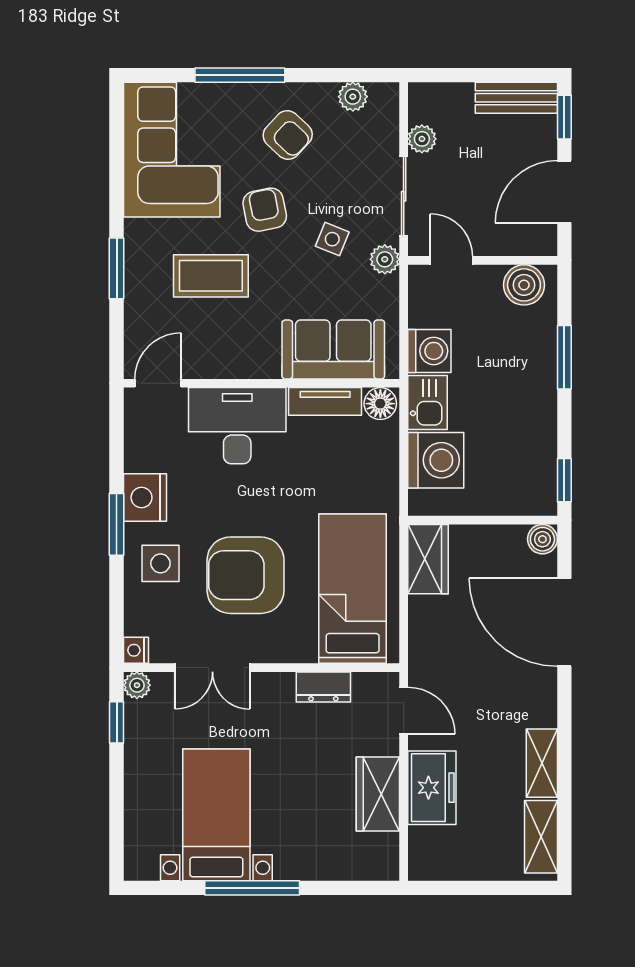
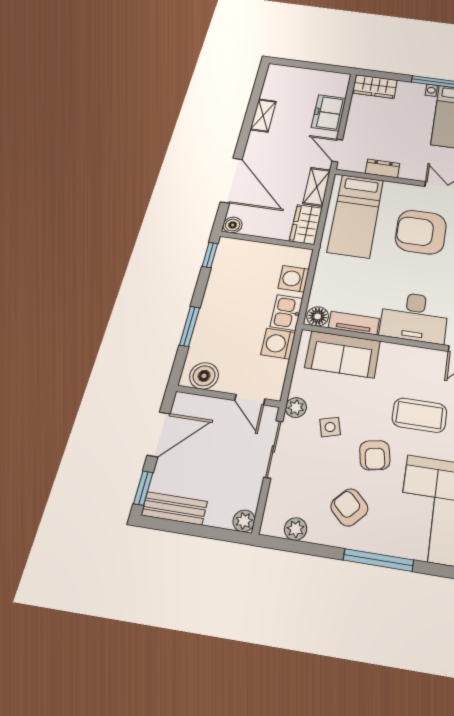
plant: (422, 139) -> (244, 521), moved
side table: (332, 239) -> (330, 427), turned -38
washing machine: (436, 460) -> (294, 279), width x0.73, depth x0.73
armchair: (246, 575) -> (421, 232), turned 180
wardrobe: (378, 794) -> (375, 86), moved, turned 90
shelving: (541, 837) -> (317, 187), moved

